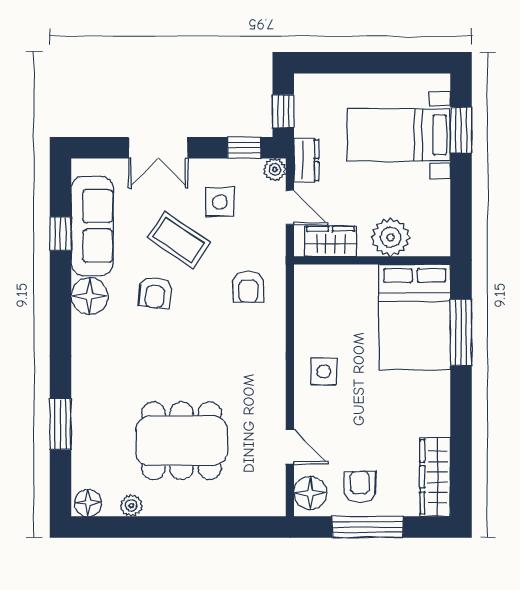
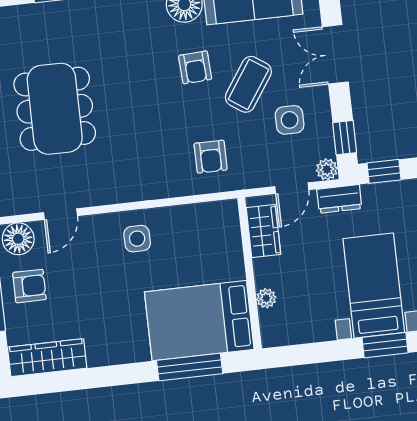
plant: (391, 237) -> (266, 298), width x0.53, depth x0.53
armchair: (248, 287) -> (211, 157), turned -90
armchair: (155, 292) -> (195, 67), turned -100

